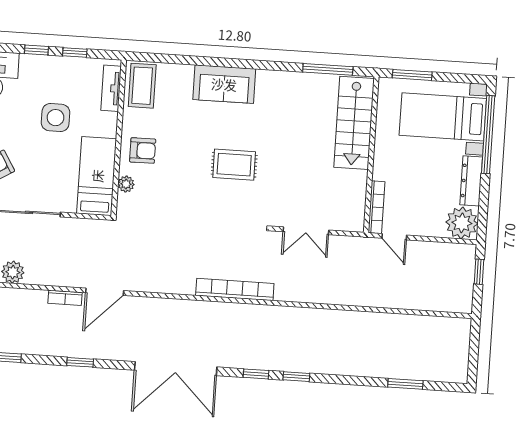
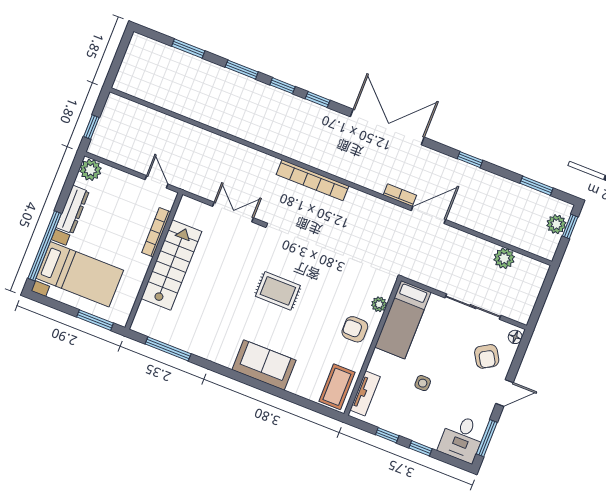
side table: (56, 118) -> (423, 383), width x0.54, depth x0.54
stairs: (354, 123) -> (171, 265), moved
bookcase: (377, 207) -> (156, 232), moved
plant: (462, 223) -> (90, 170), width x0.73, depth x0.73
bookcase: (65, 298) -> (400, 195), moved
window: (344, 380) -> (242, 70), added

